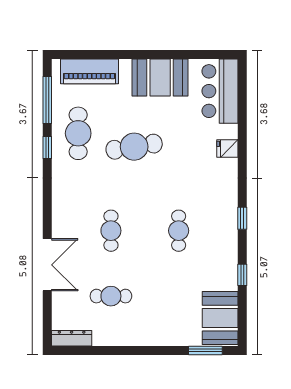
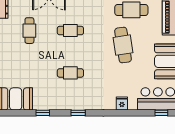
window: (242, 85) -> (161, 113), added

